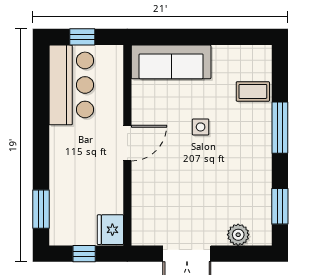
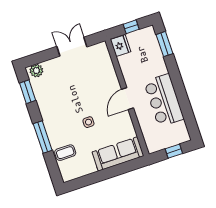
bar counter: (71, 85) -> (164, 100), moved
plant: (238, 235) -> (36, 71), moved

